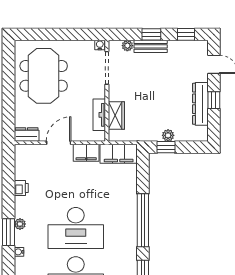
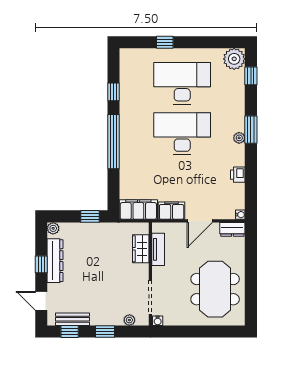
bench: (151, 46) -> (73, 319), moved
plant: (168, 135) -> (53, 228), moved
water cooler: (19, 252) -> (240, 215), moved

